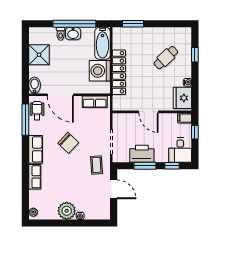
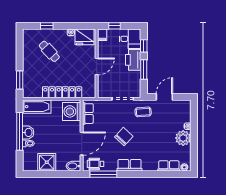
washing machine: (100, 71) -> (72, 111), moved, turned 90
printer: (142, 154) -> (133, 60), moved
row of seats: (35, 177) -> (169, 166), moved

